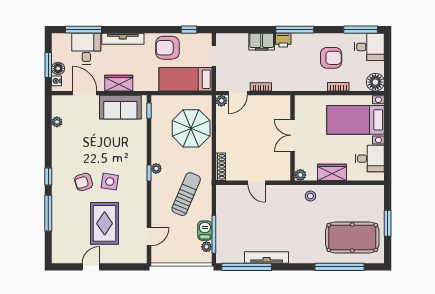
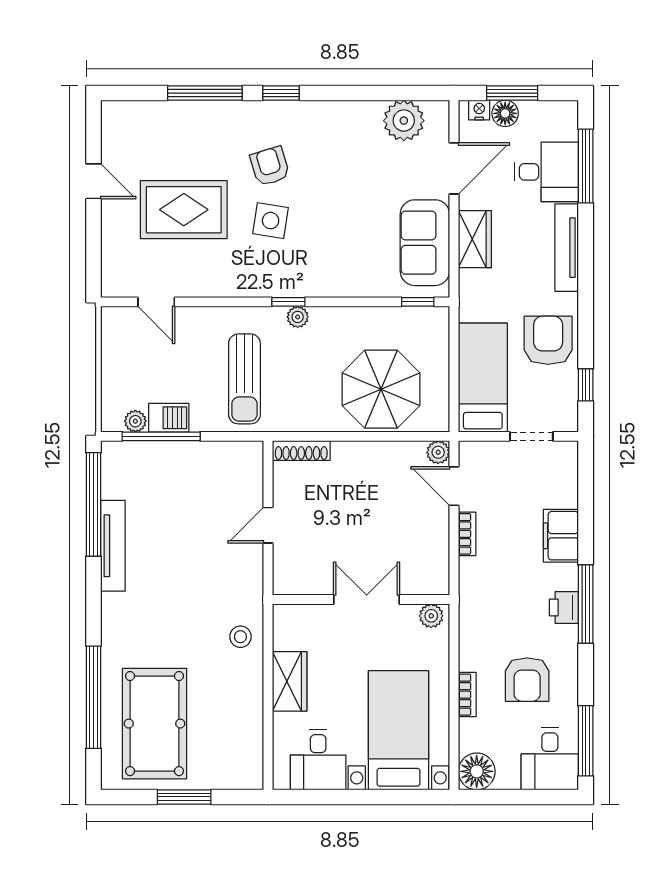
printer: (283, 40) -> (564, 608), moved
plant: (57, 122) -> (404, 121), width x1.87, depth x1.87
plant: (300, 175) -> (431, 616), moved
sun lounger: (186, 194) -> (244, 379), turned 67

